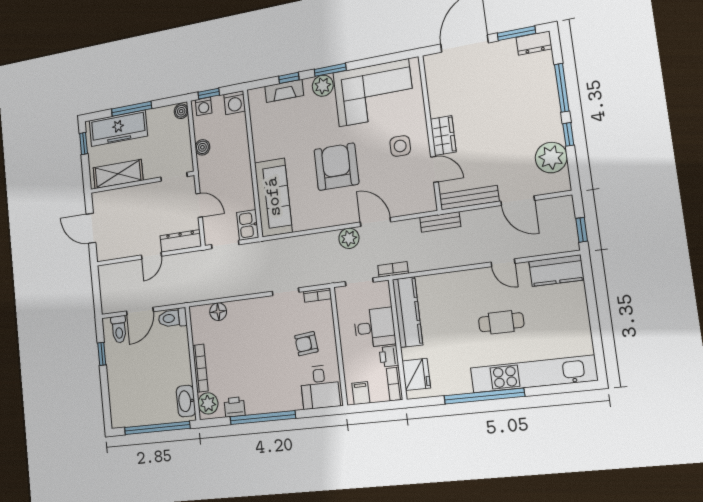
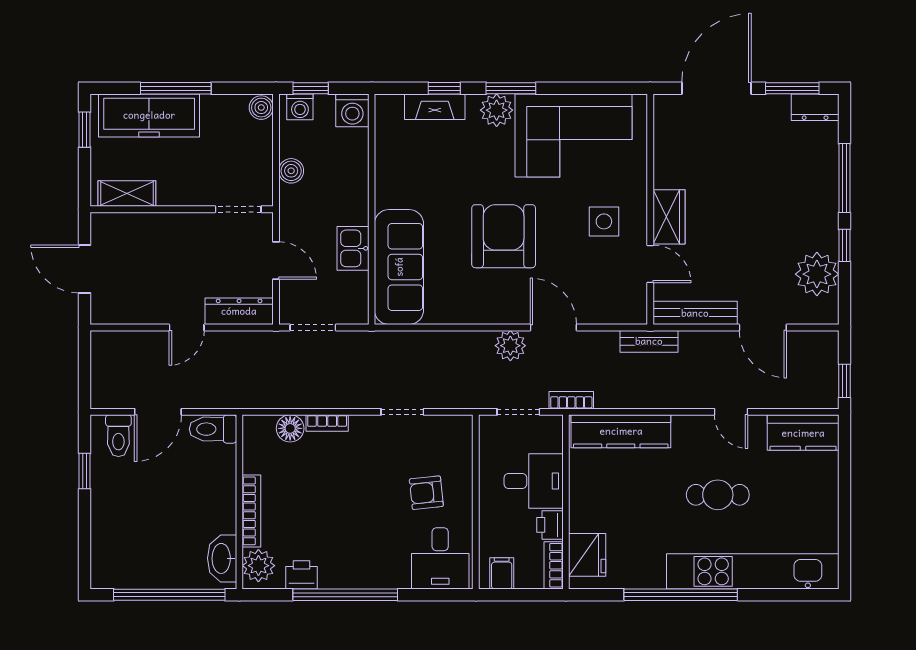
shelving: (118, 174) -> (127, 194), width x0.67, depth x0.75
kitchen sink: (248, 225) -> (353, 248), moved
bookcase: (317, 295) -> (327, 423), moved
kitchen counter: (407, 312) -> (621, 431), moved, turned 90

